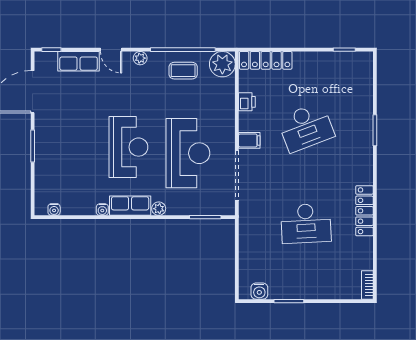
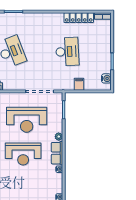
filing cabinet: (249, 140) -> (79, 84), moved
reception desk: (128, 147) -> (23, 154), turned 180
reception desk: (188, 153) -> (27, 120), turned 180
locker: (364, 211) -> (79, 18), moved

